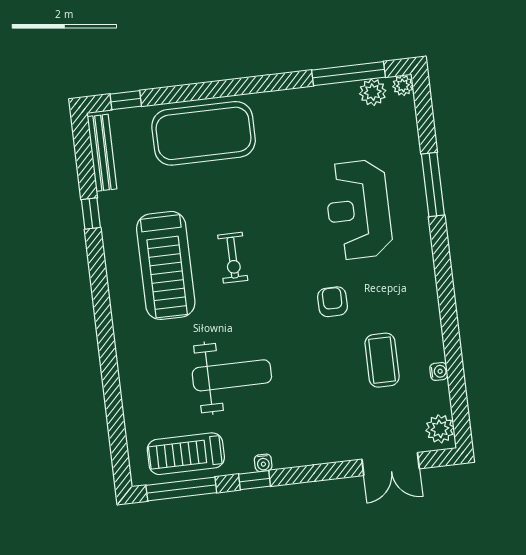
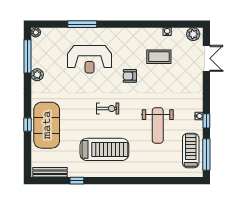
plant: (373, 92) -> (37, 75), moved
window: (126, 100) -> (27, 125), moved
exercise bike: (233, 258) -> (108, 109), moved
weight bench: (232, 375) -> (158, 125), turned 180
treadmill: (186, 454) -> (191, 151), turned 180

